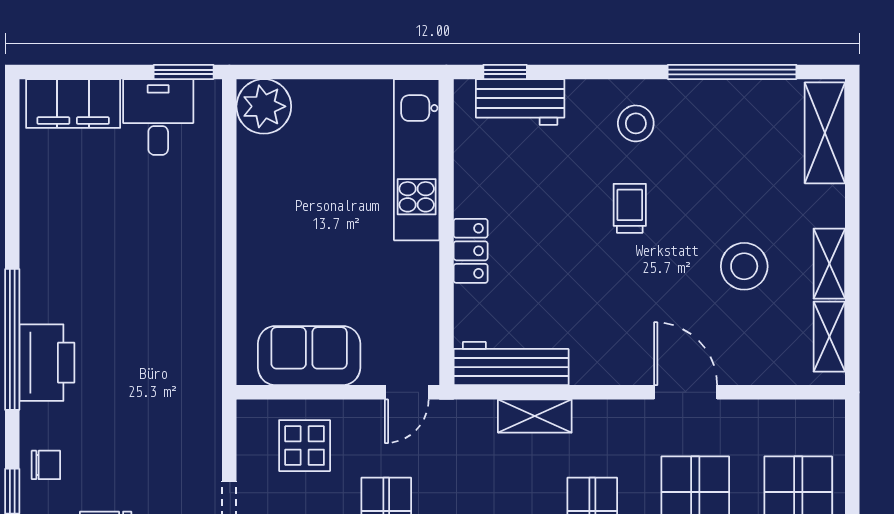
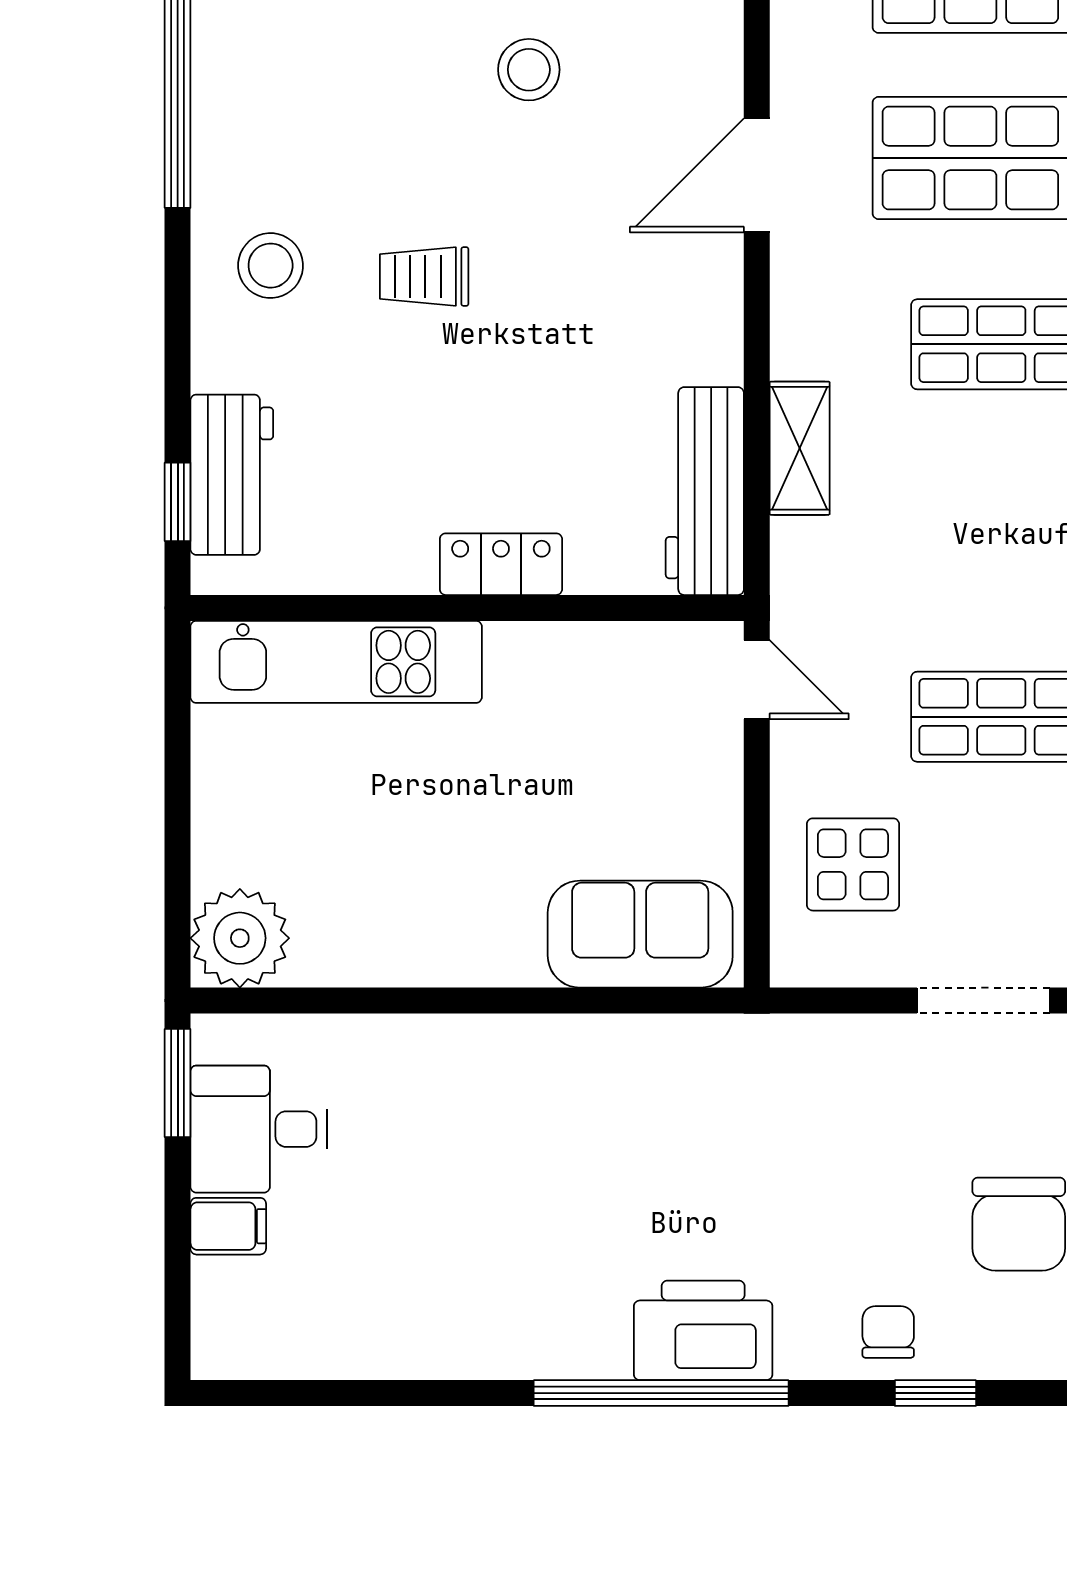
filing cabinet: (73, 103) -> (228, 1226), width x0.33, depth x0.86
stool: (744, 266) -> (529, 70), width x0.73, depth x0.73
sofa: (309, 356) -> (640, 934), moved, turned 90

